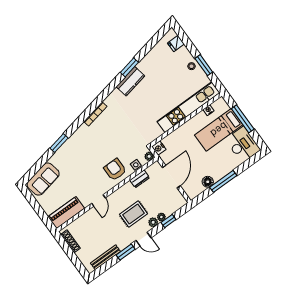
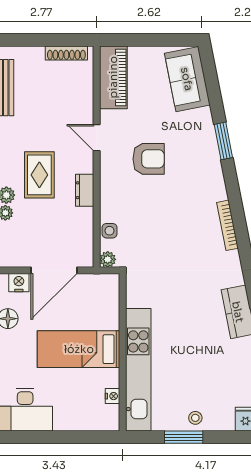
window: (243, 119) -> (63, 437), removed
bed: (219, 130) -> (79, 349), moved, turned -90
nightstand: (159, 148) -> (19, 283), moved
armchair: (115, 170) -> (149, 159), moved
door: (171, 177) -> (54, 270), hinge flipped
dresser: (140, 179) -> (85, 190), moved

